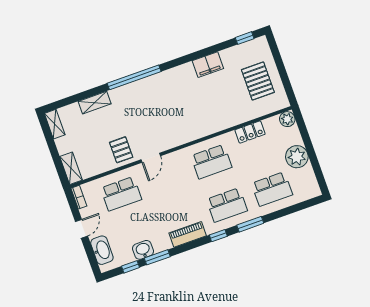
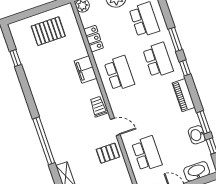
window: (245, 38) -> (15, 58), moved
filing cabinet: (208, 65) -> (85, 70), moved, turned 180
trolley: (173, 138) -> (98, 107), added

